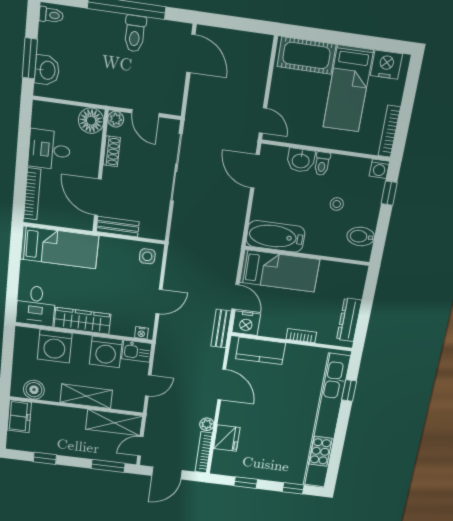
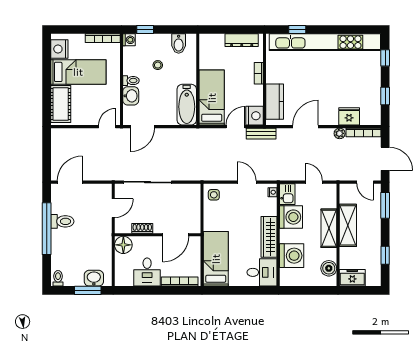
plant: (116, 119) -> (120, 228), removed
bench: (118, 227) -> (195, 219), removed
shelving: (114, 423) -> (348, 225), moved

